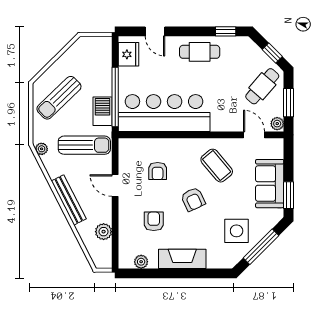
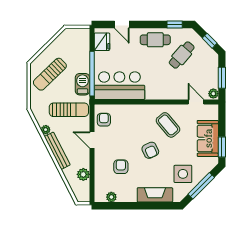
cafe table: (262, 86) -> (182, 55), moved
bar counter: (164, 113) -> (119, 86), width x0.73
plant: (42, 149) -> (46, 130), moved
armchair: (158, 171) -> (104, 120), moved, turned 180
fireplace: (182, 259) -> (155, 195), moved

